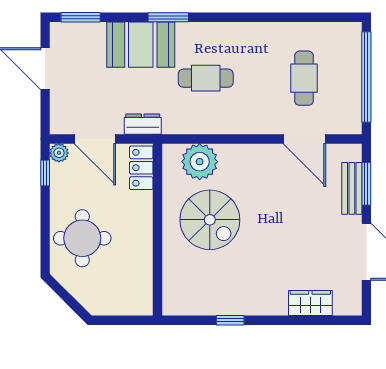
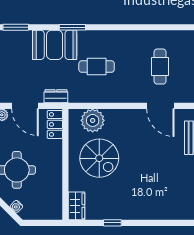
water cooler: (82, 295) -> (16, 206), added
wardrobe: (310, 303) -> (77, 206), moved, turned 90

